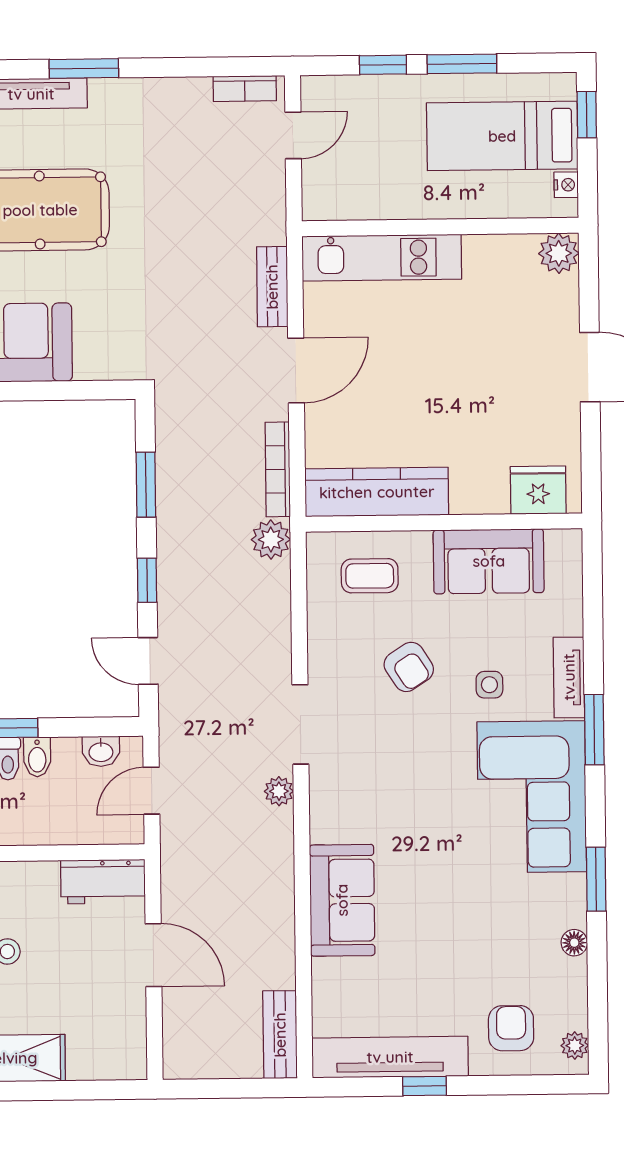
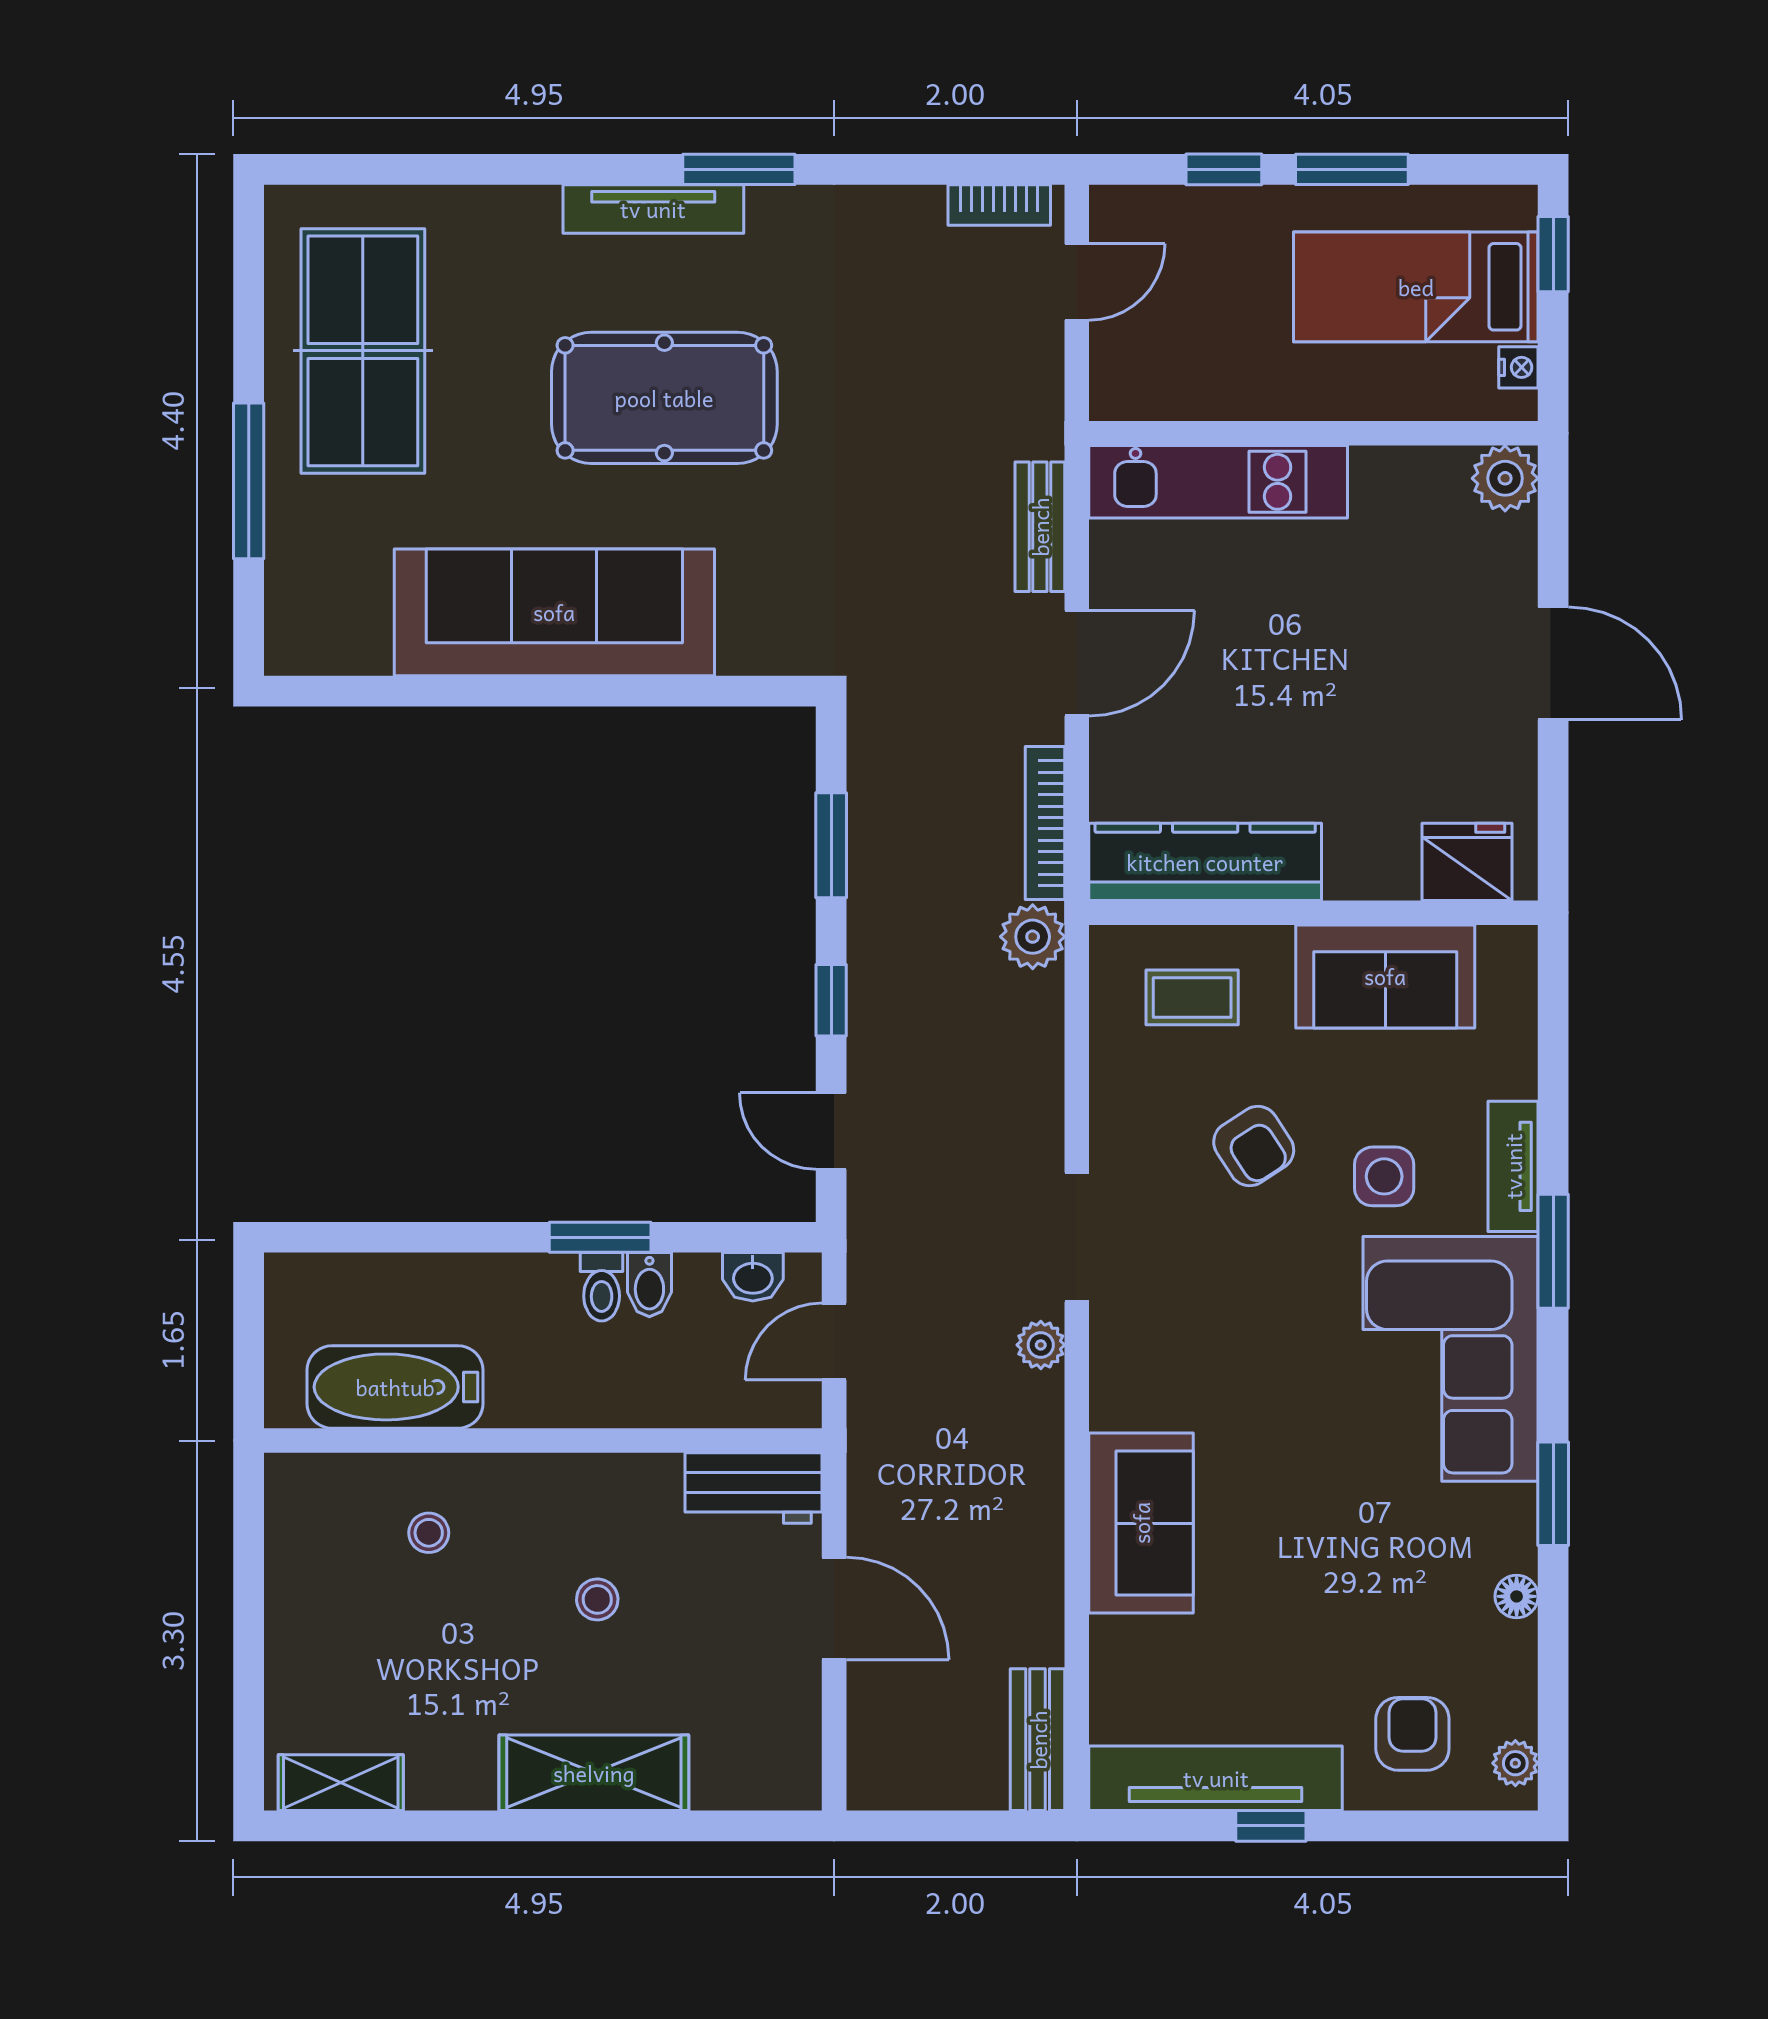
side table: (489, 685) -> (1384, 1176), width x1.37, depth x1.37

